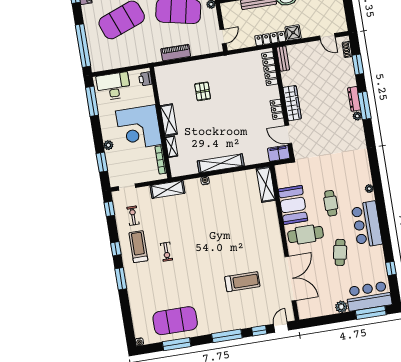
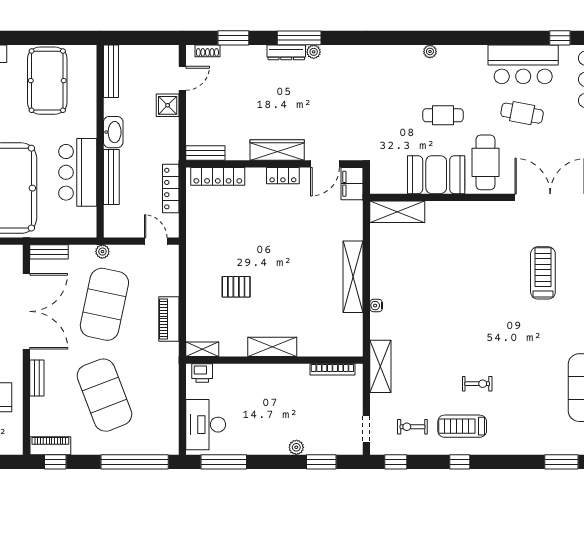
shower: (293, 33) -> (168, 105), moved
locker: (270, 38) -> (171, 189), moved
corner desk: (139, 128) -> (277, 396), removed
shelving: (171, 147) -> (202, 349), moved
bar counter: (367, 224) -> (523, 64), moved
window: (121, 279) -> (561, 462), moved

